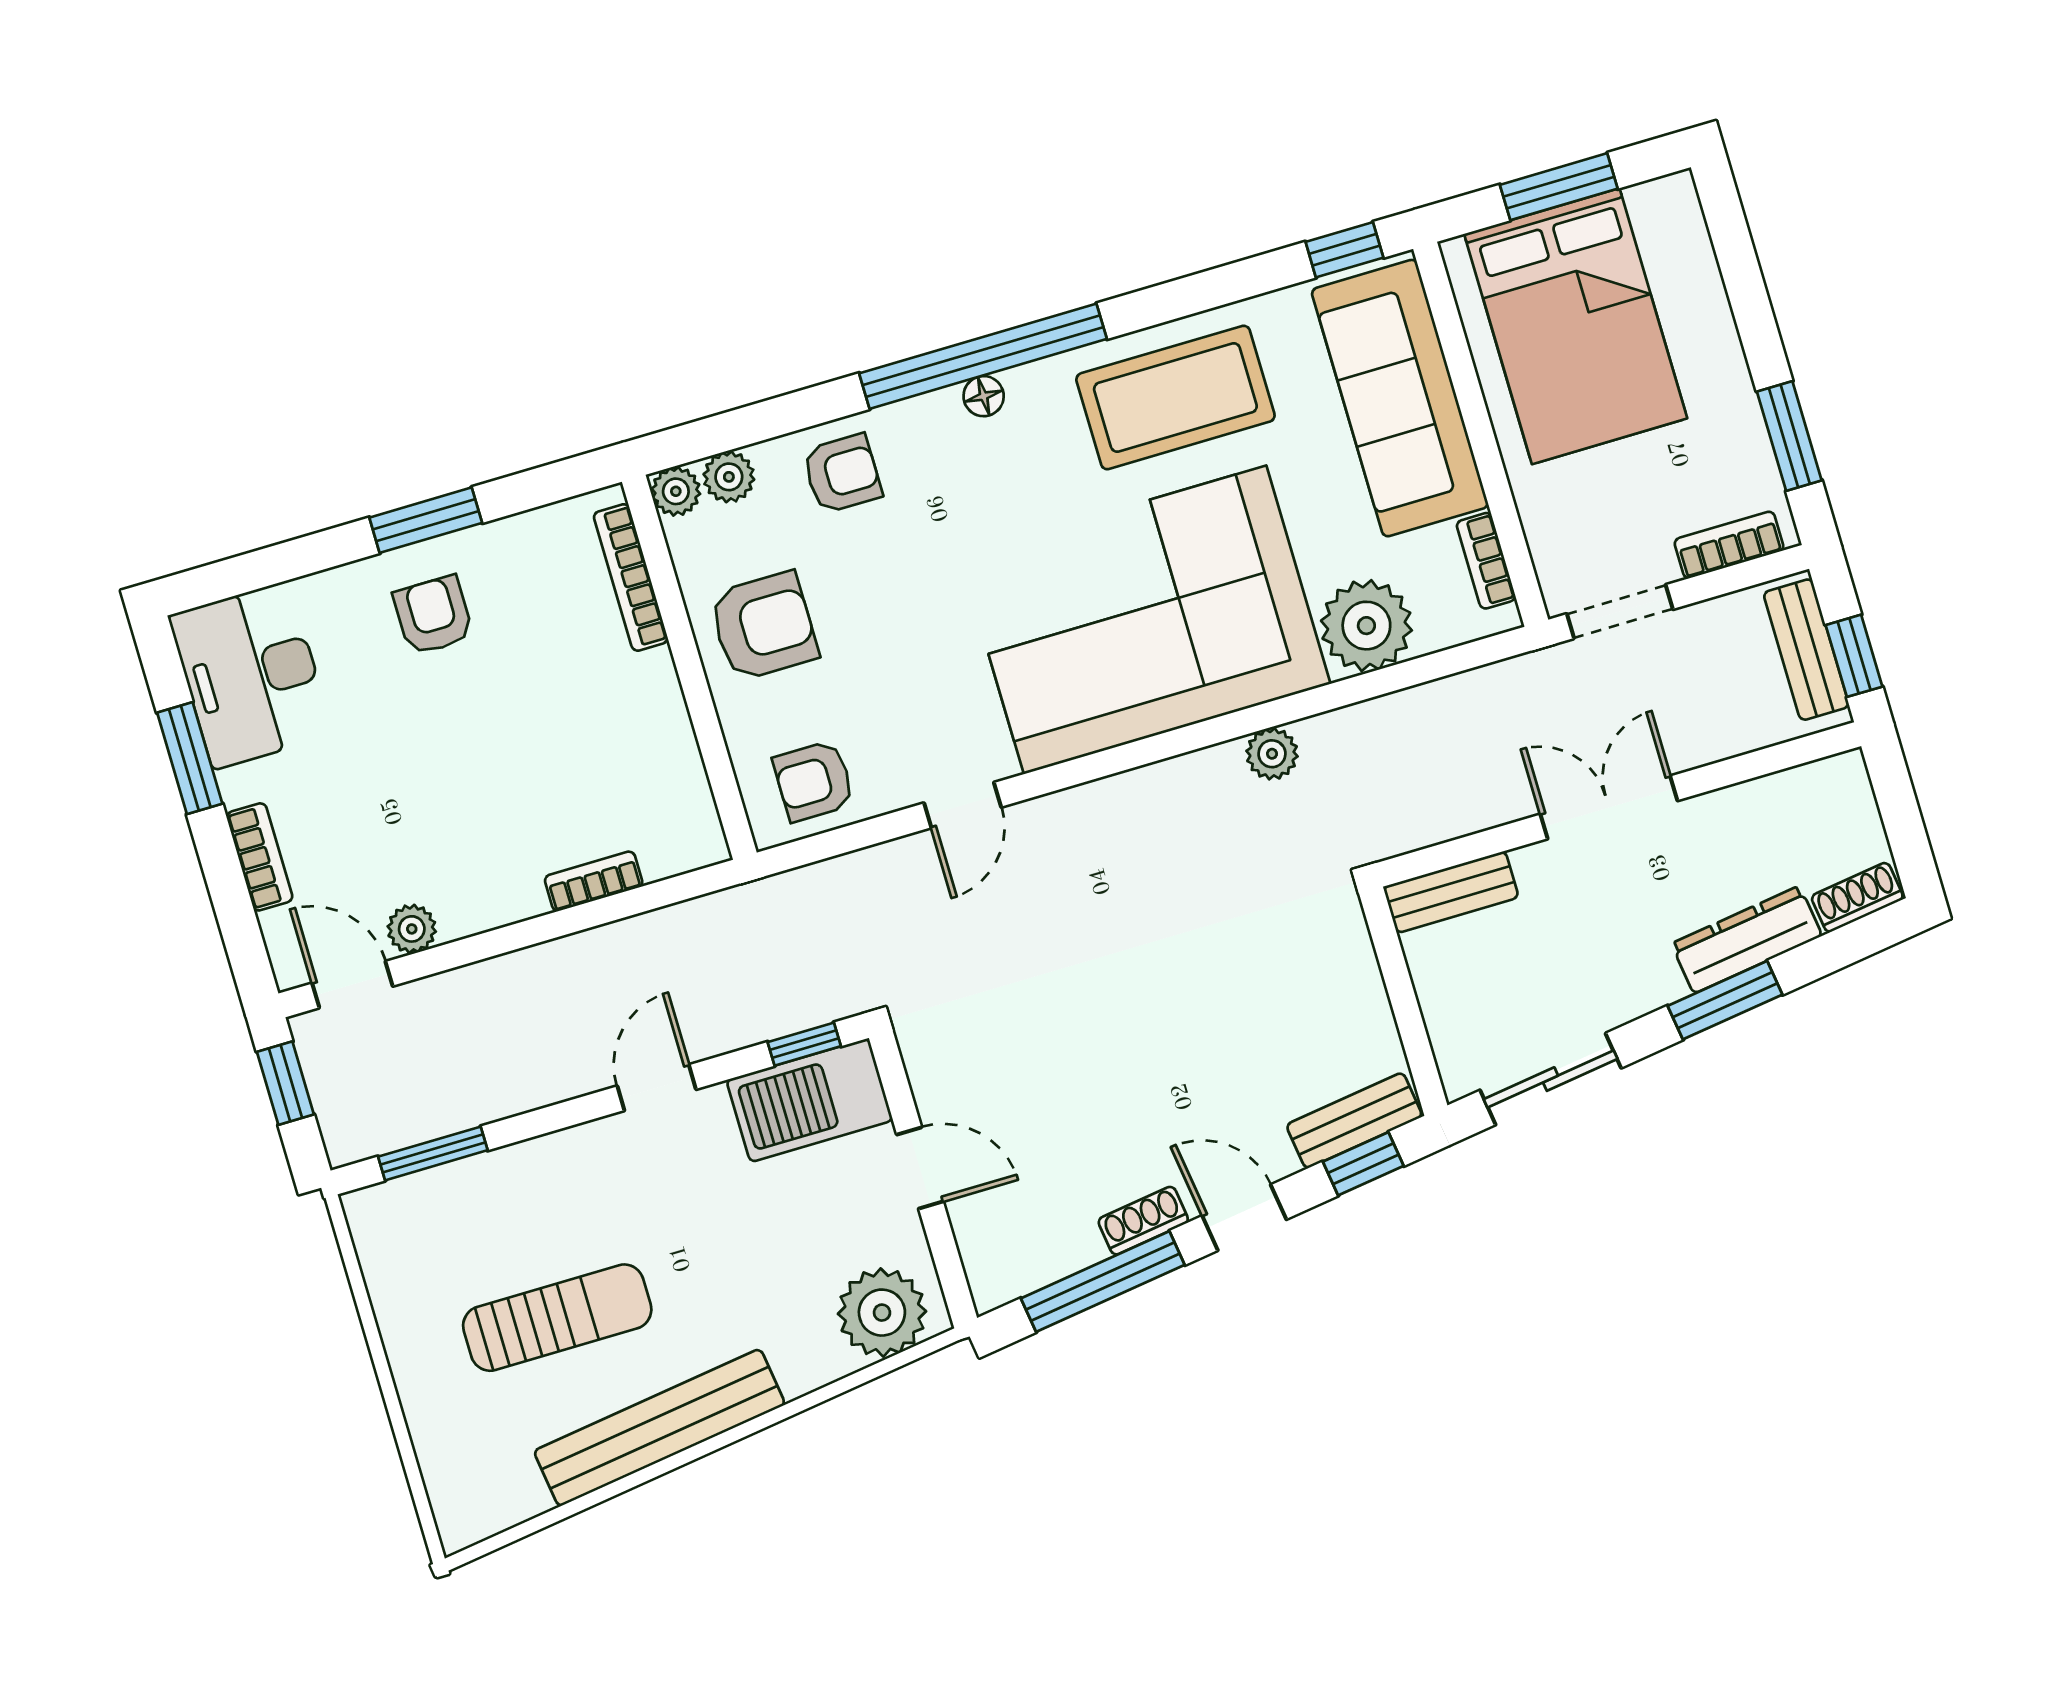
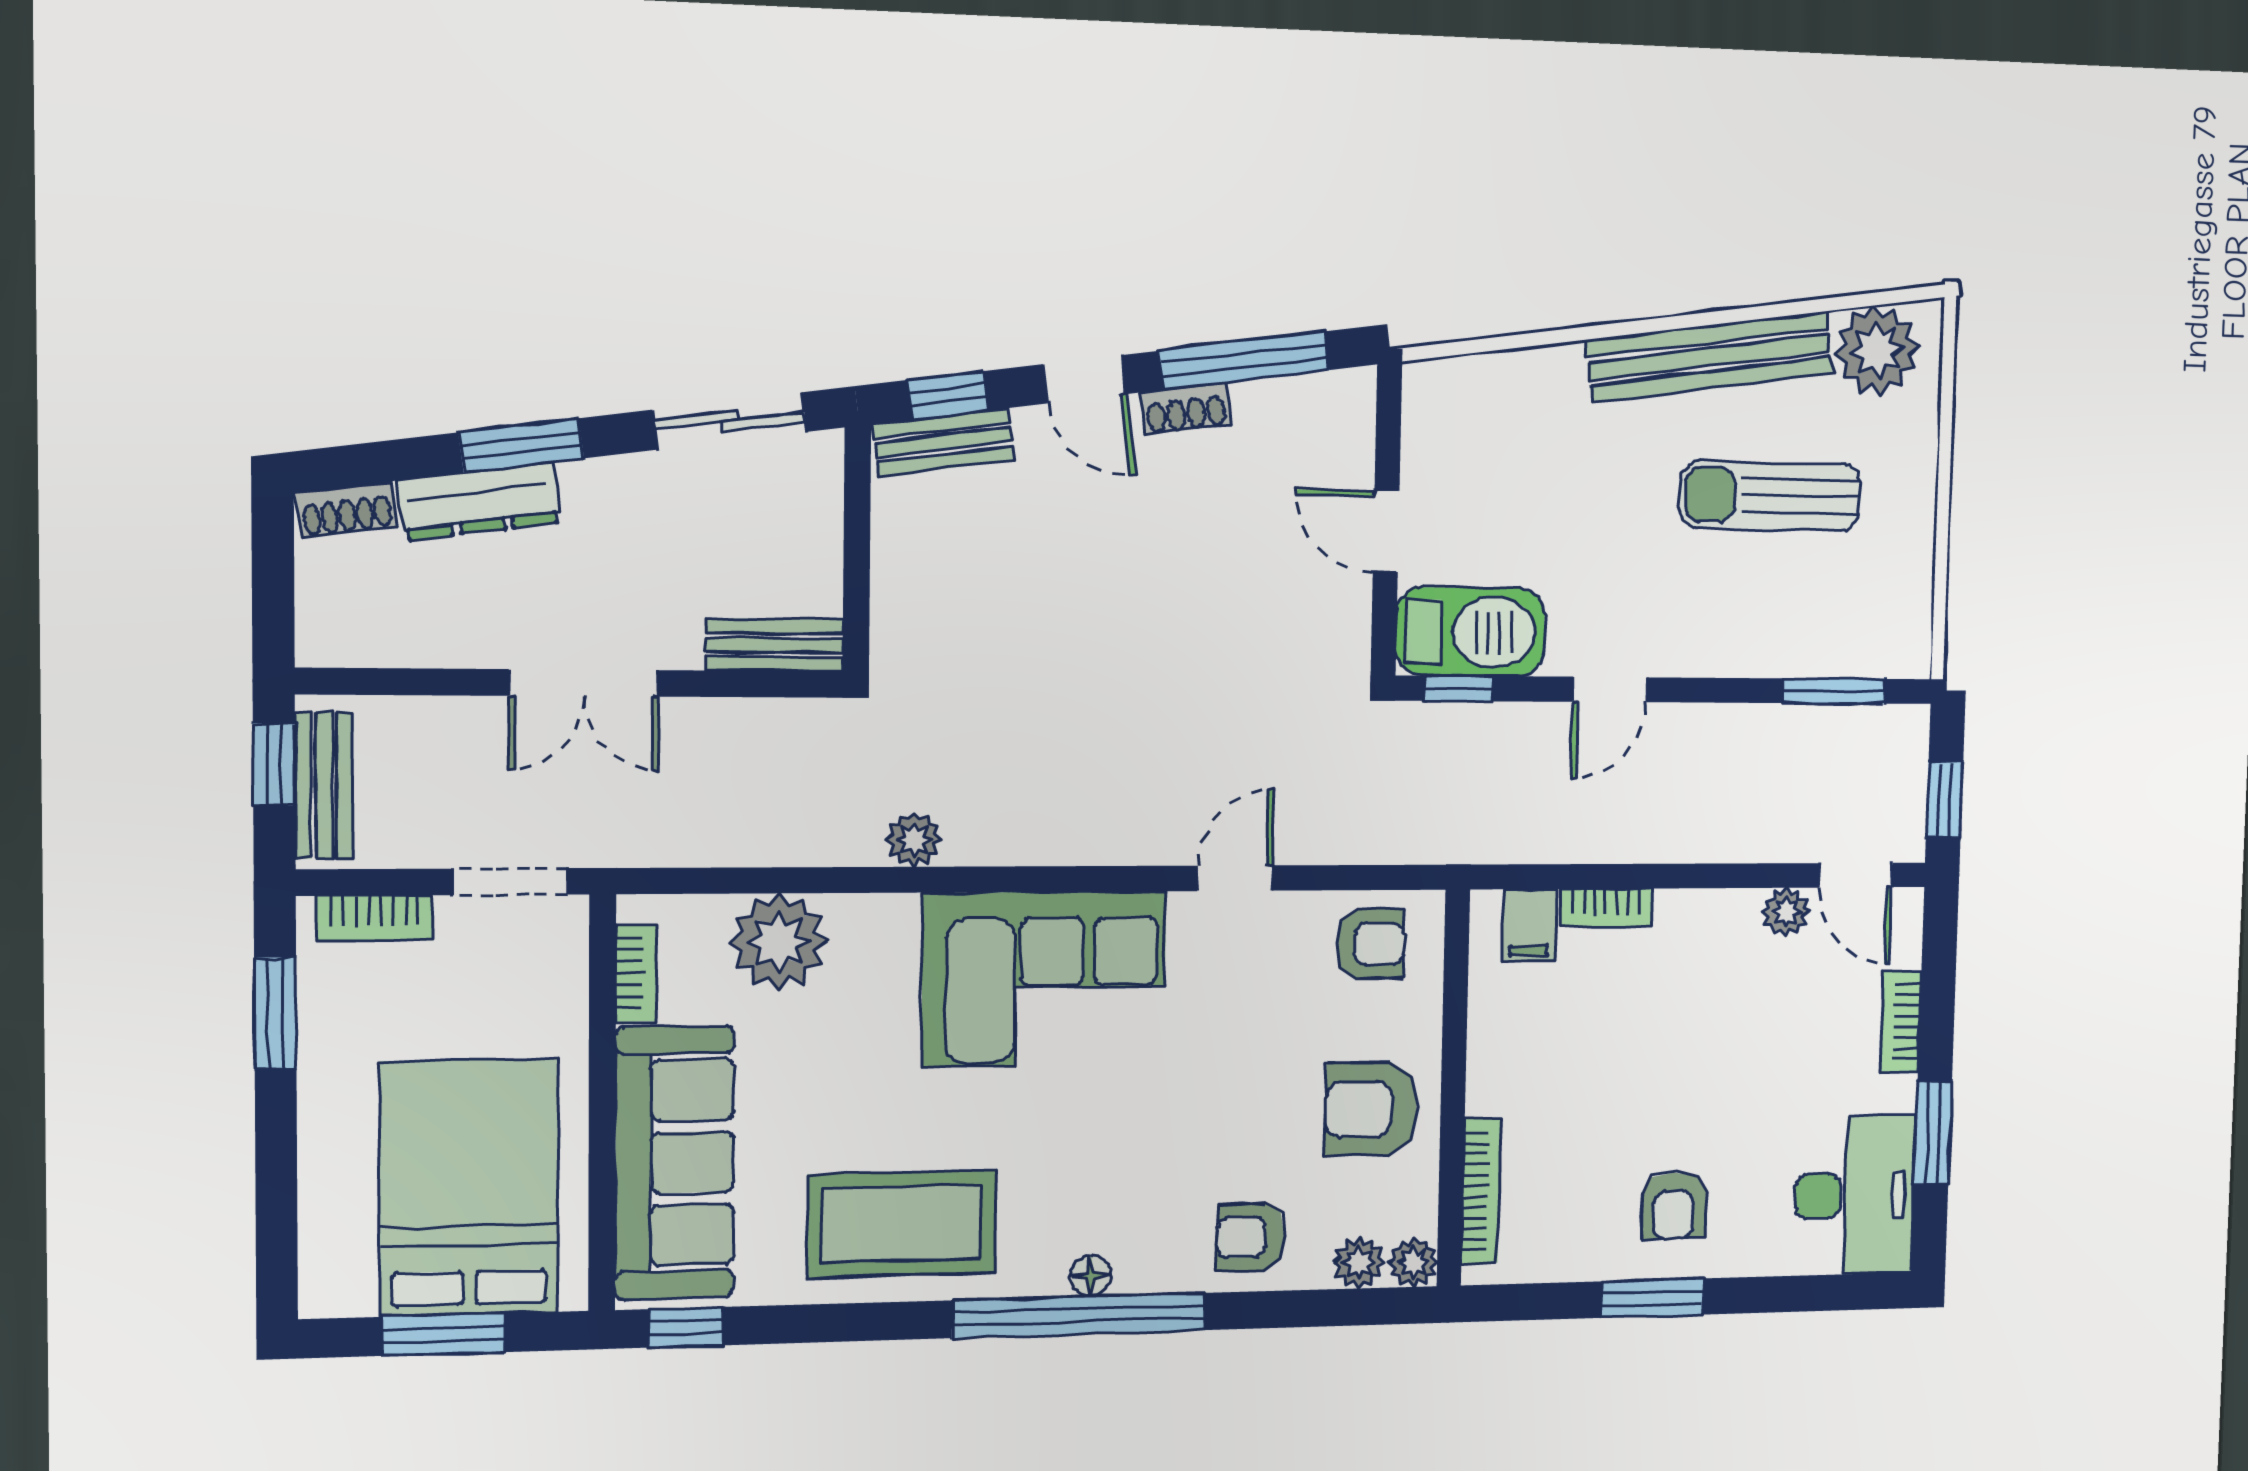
corner sofa: (1145, 620) -> (1044, 979), width x0.73, depth x0.74
filing cabinet: (664, 843) -> (1529, 925), added
plant: (882, 1313) -> (1877, 350), moved

